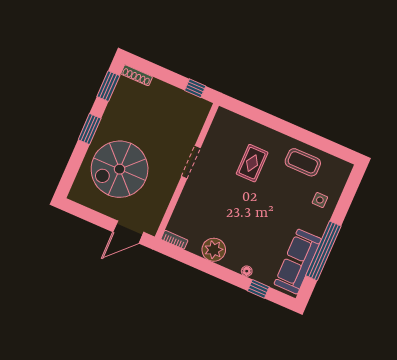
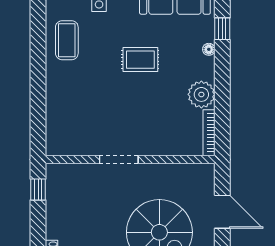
rug: (252, 163) -> (140, 60), moved
door: (128, 232) -> (222, 212), moved
bookcase: (174, 240) -> (209, 133), width x1.56

